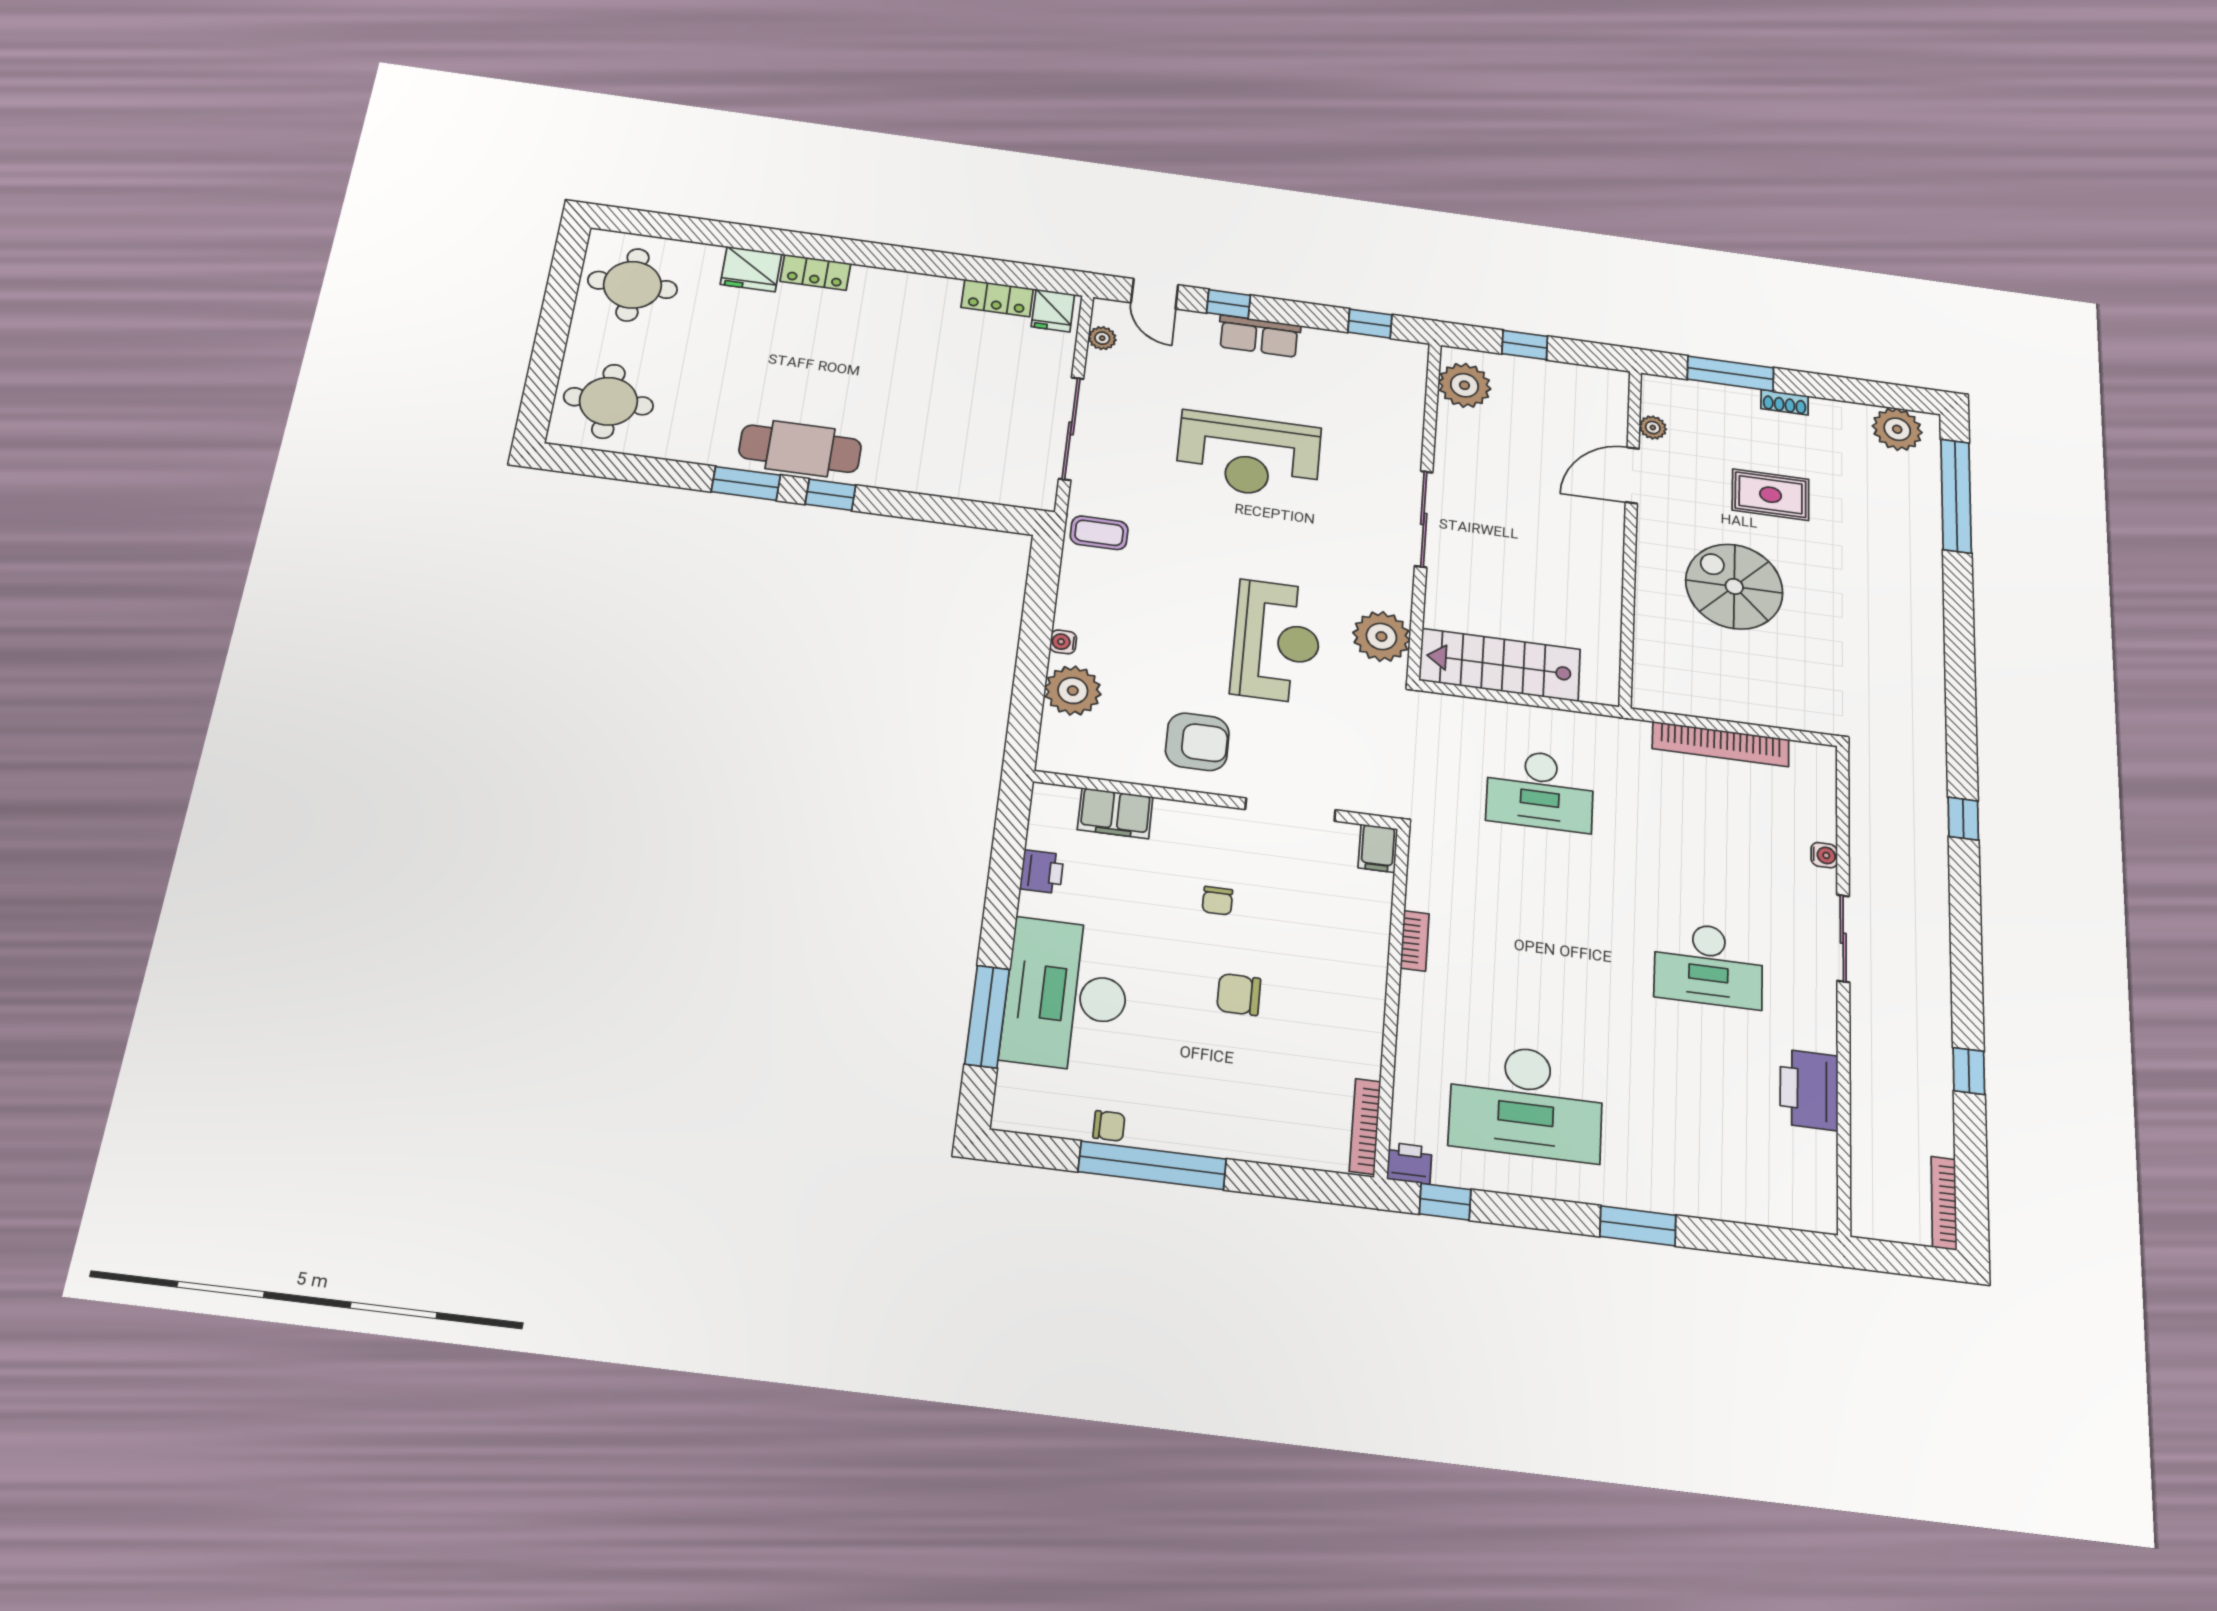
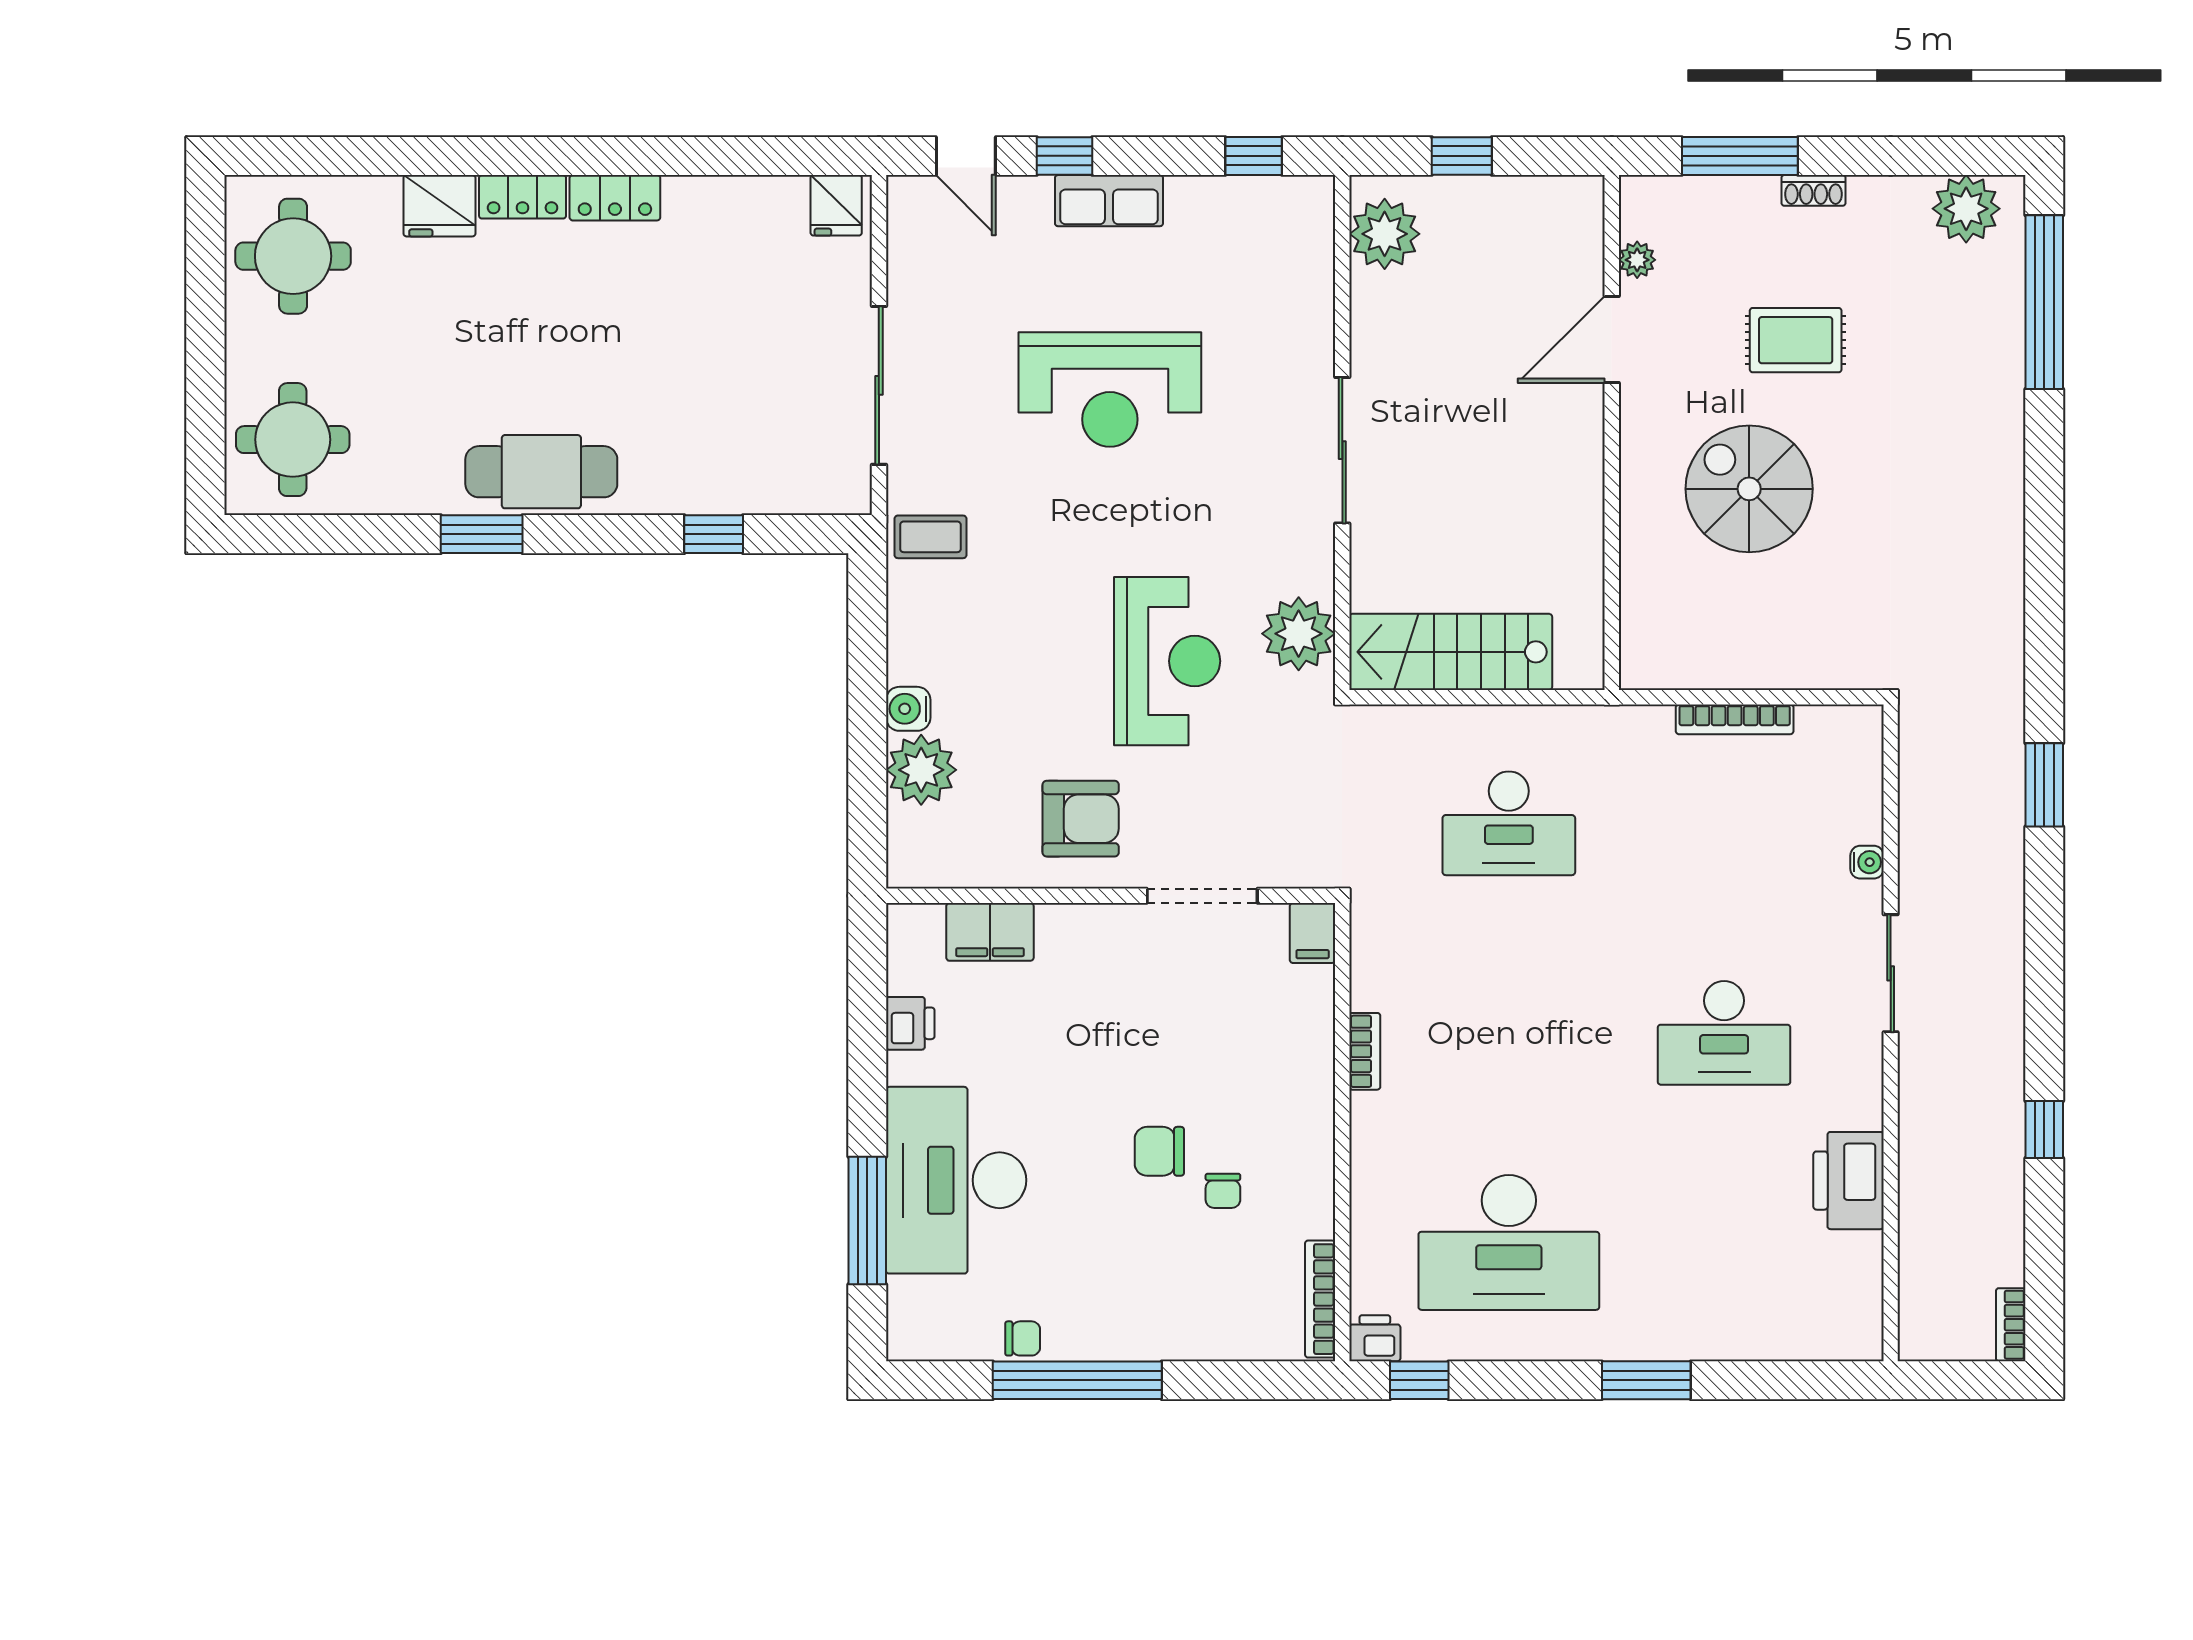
locker: (997, 298) -> (615, 198), moved
plant: (1102, 338) -> (905, 238), removed
window: (830, 495) -> (714, 534), moved
water cooler: (1063, 642) -> (908, 709), width x1.38, depth x1.38
bookcase: (1721, 744) -> (1735, 719), width x0.68, depth x0.76
window: (1963, 819) -> (2044, 785), width x1.50
chair: (1217, 901) -> (1223, 1191), moved
bookcase: (1944, 1203) -> (2011, 1325), width x0.64

